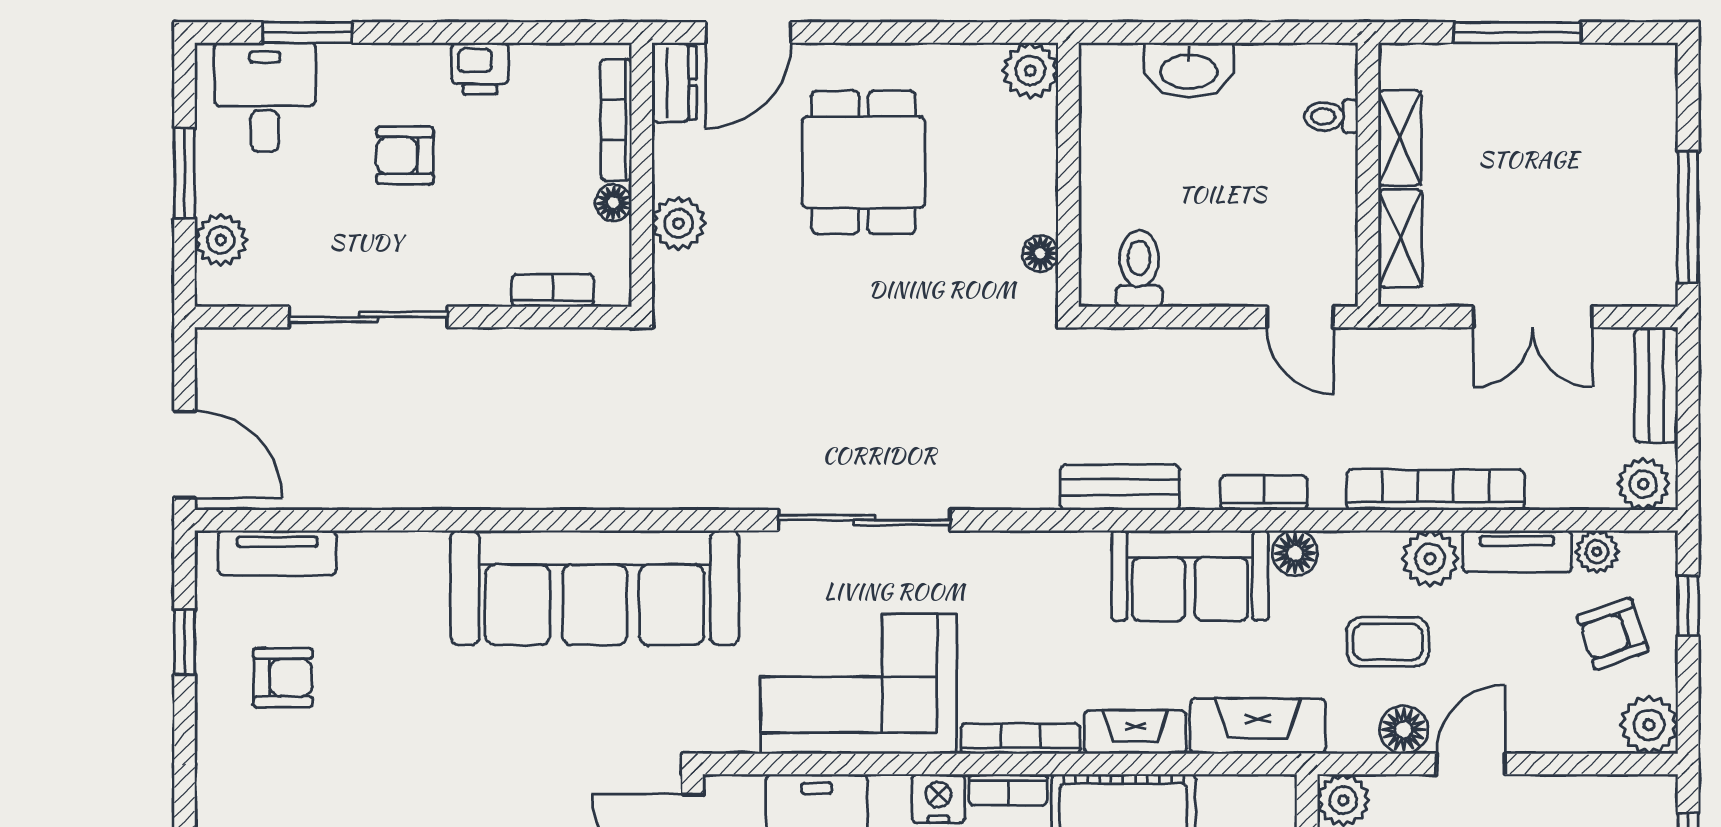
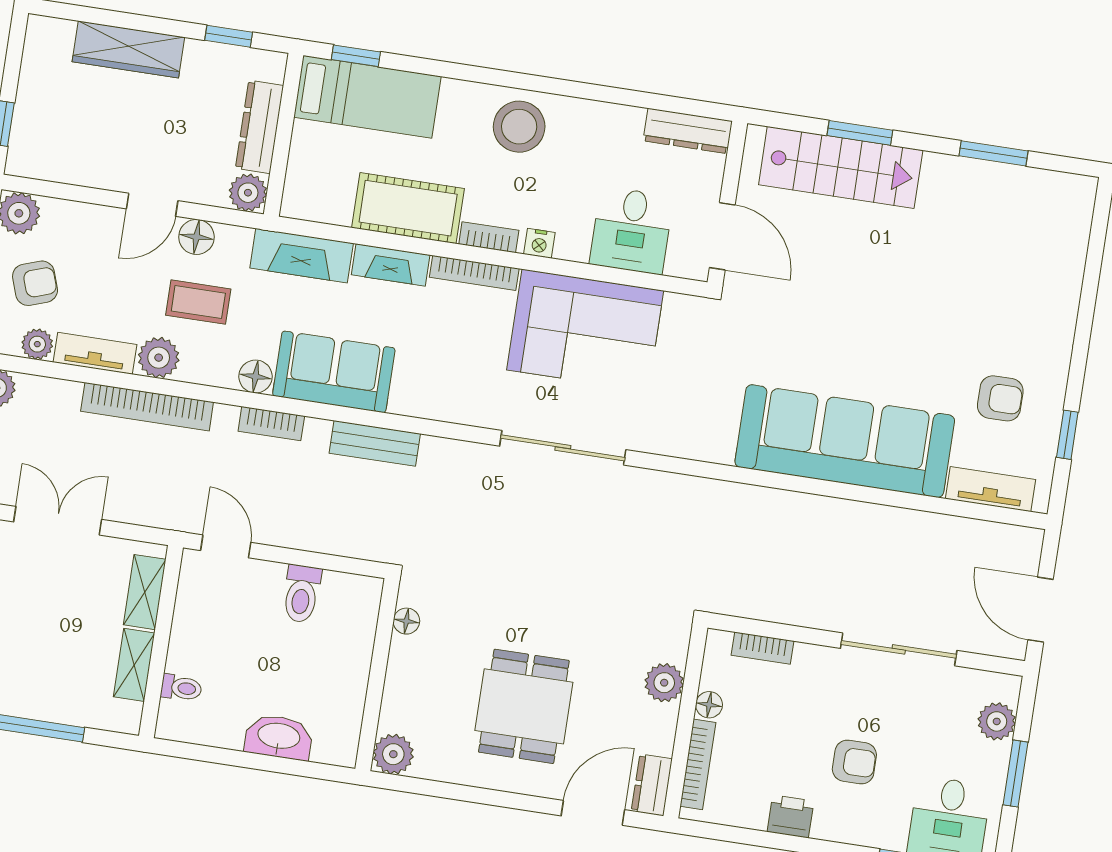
toilet: (1139, 269) -> (302, 594), moved
door: (185, 455) -> (1041, 610), moved
sofa: (595, 588) -> (845, 441), moved
armchair: (283, 678) -> (1000, 398), turned 180
nightstand: (938, 798) -> (539, 243), width x0.72, depth x0.74

